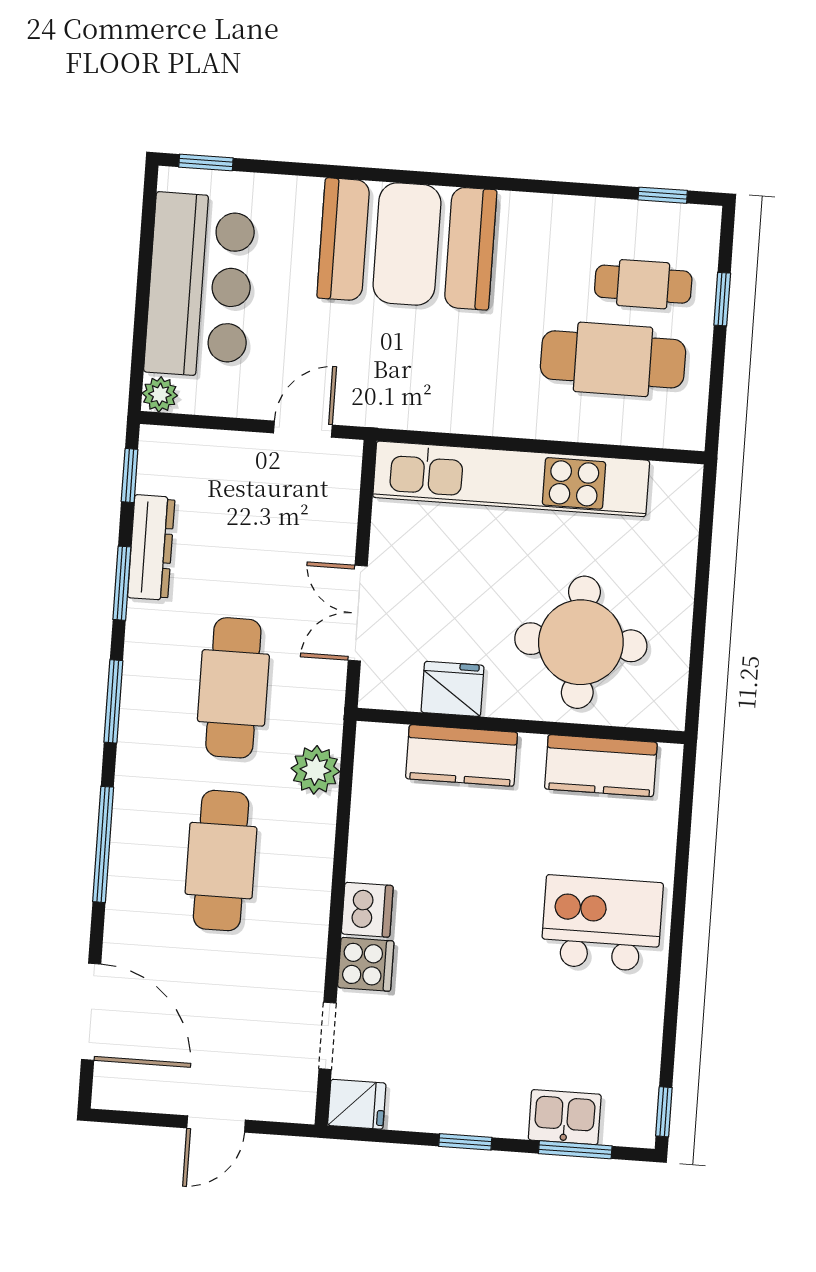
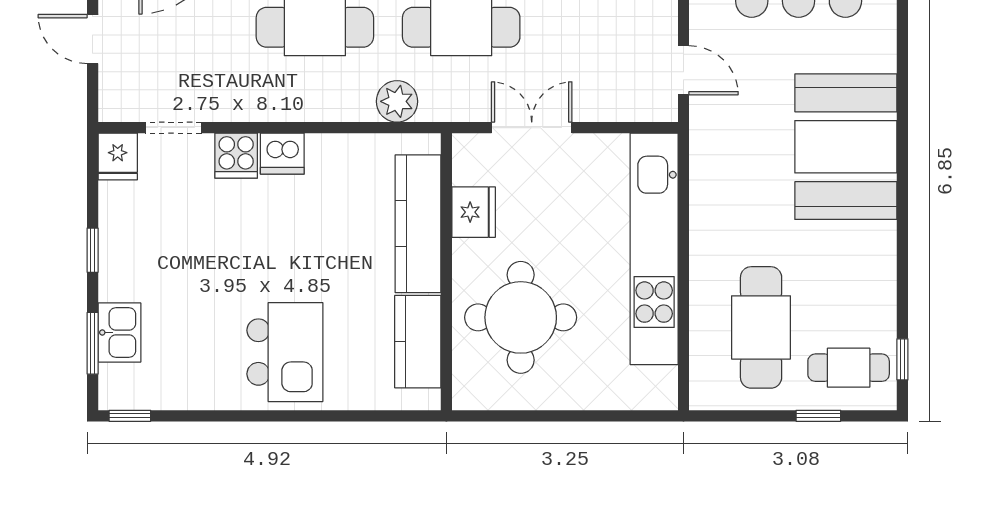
cafe table: (643, 284) -> (849, 368), moved, turned 90
kitchen counter: (462, 755) -> (418, 224), width x1.50

